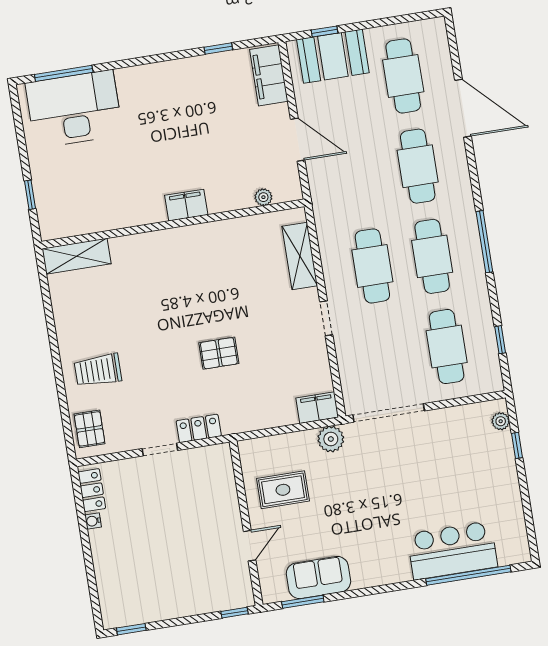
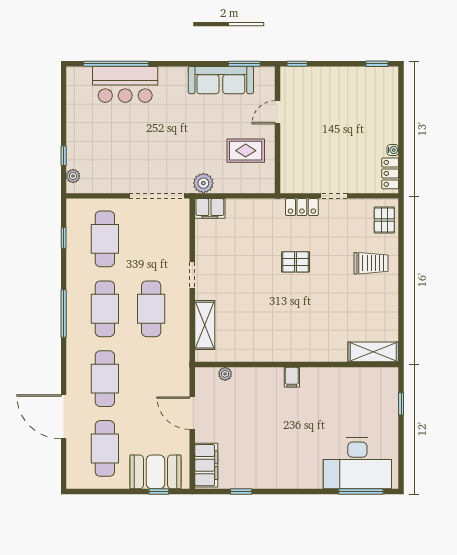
filing cabinet: (186, 205) -> (292, 377), width x0.50
pallet: (219, 353) -> (296, 262), moved
sofa: (318, 577) -> (221, 80), width x1.36

